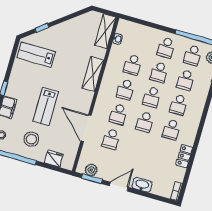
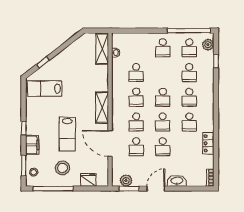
school desk: (159, 72) -> (163, 147), moved
shelving: (93, 74) -> (102, 108), moved

